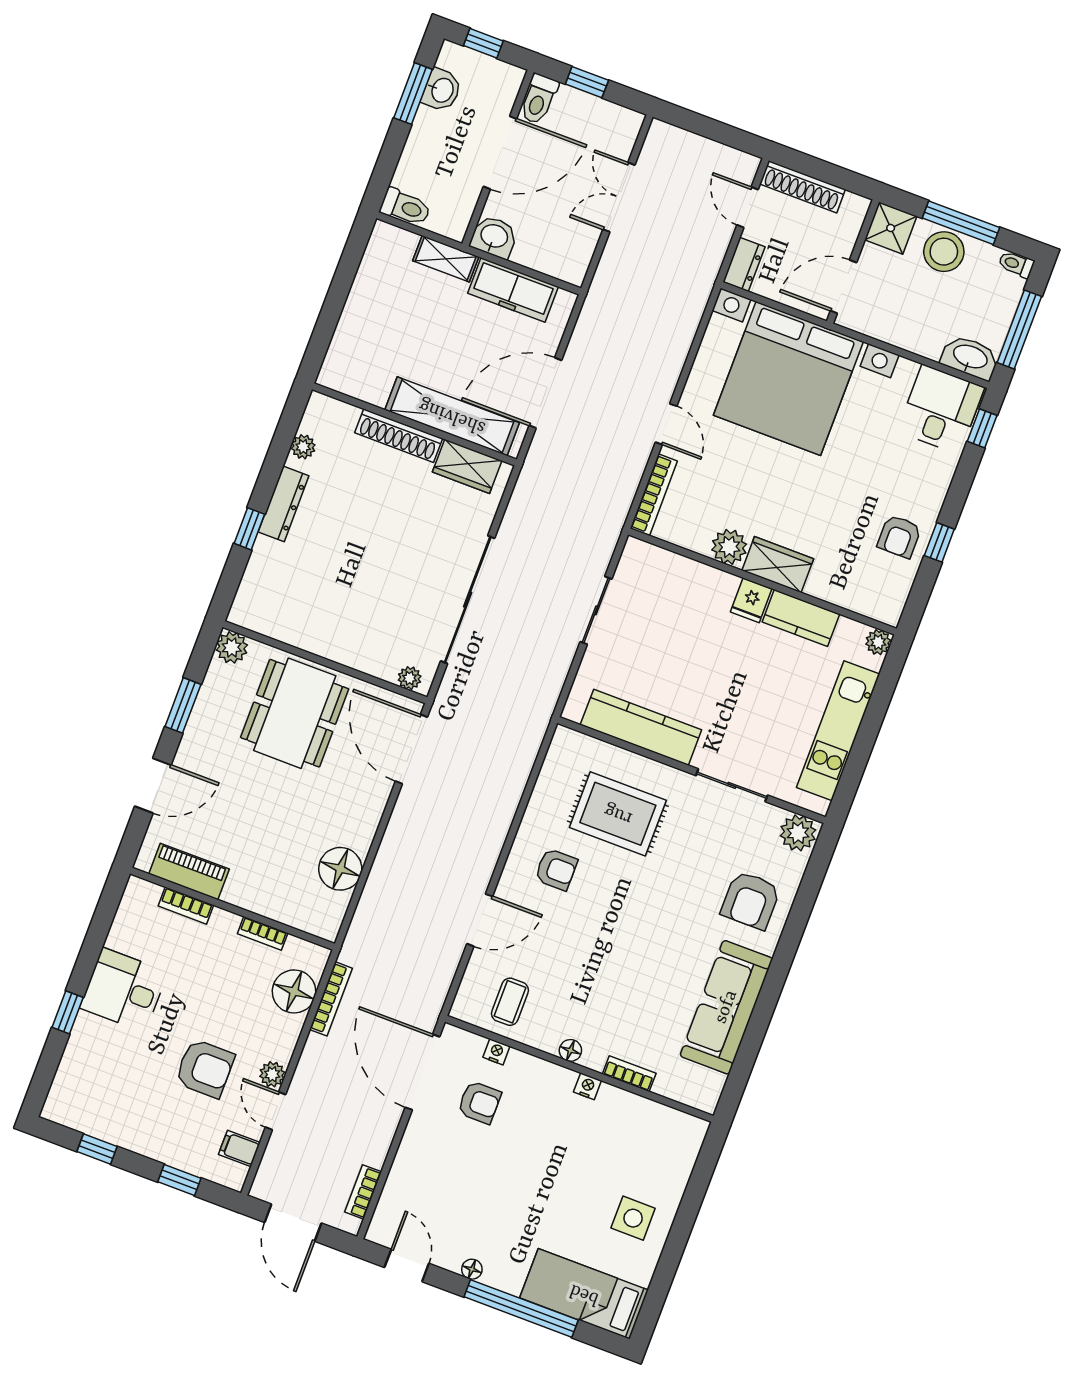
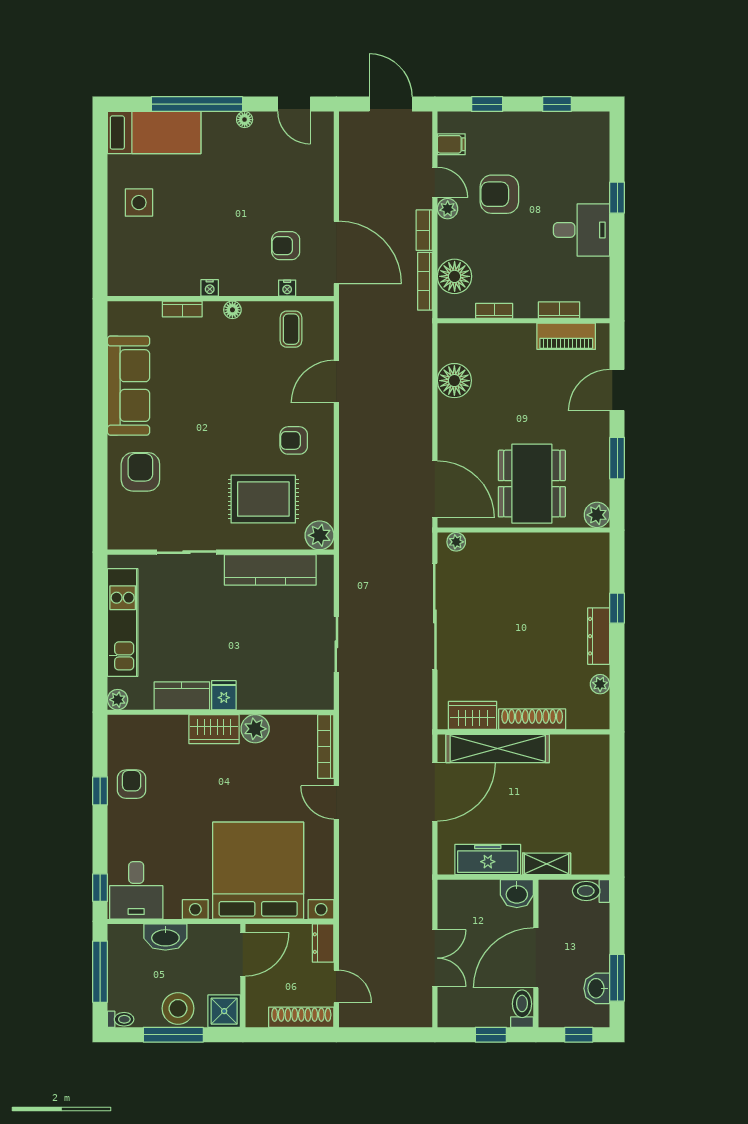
washbasin: (970, 357) -> (165, 937), moved
plant: (798, 833) -> (320, 535), moved
bookcase: (363, 1192) -> (424, 230), moved, turned 180

